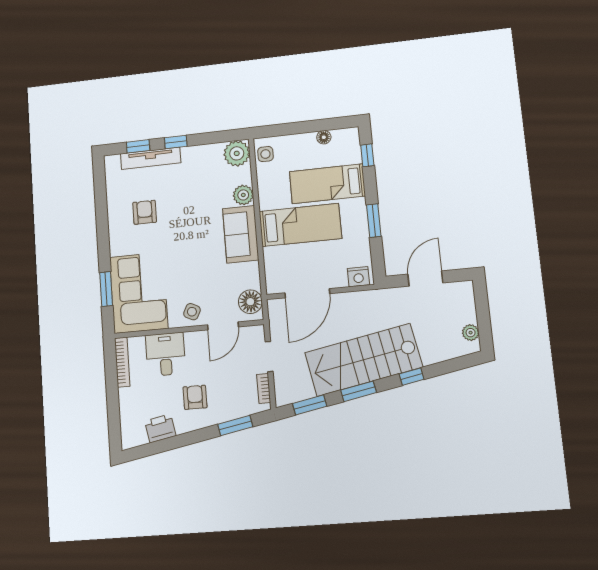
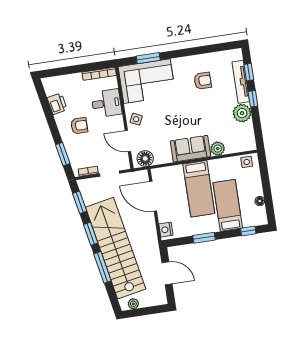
plant: (237, 153) -> (242, 113), moved
stairs: (363, 360) -> (116, 248), width x1.36
window: (412, 377) -> (102, 267), width x2.17

